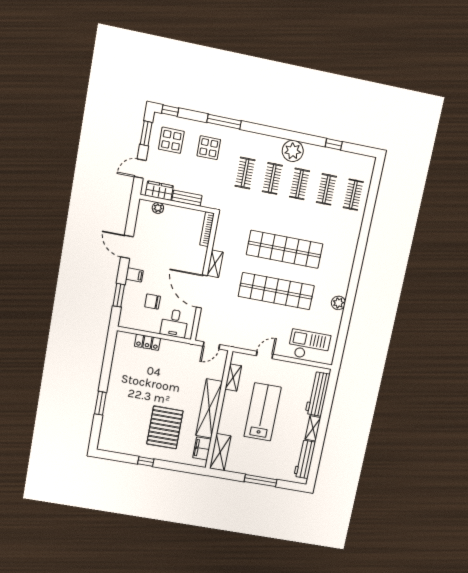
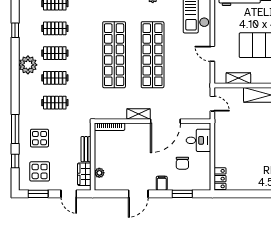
window: (170, 111) -> (15, 161), moved
locker: (147, 342) -> (220, 179), moved

